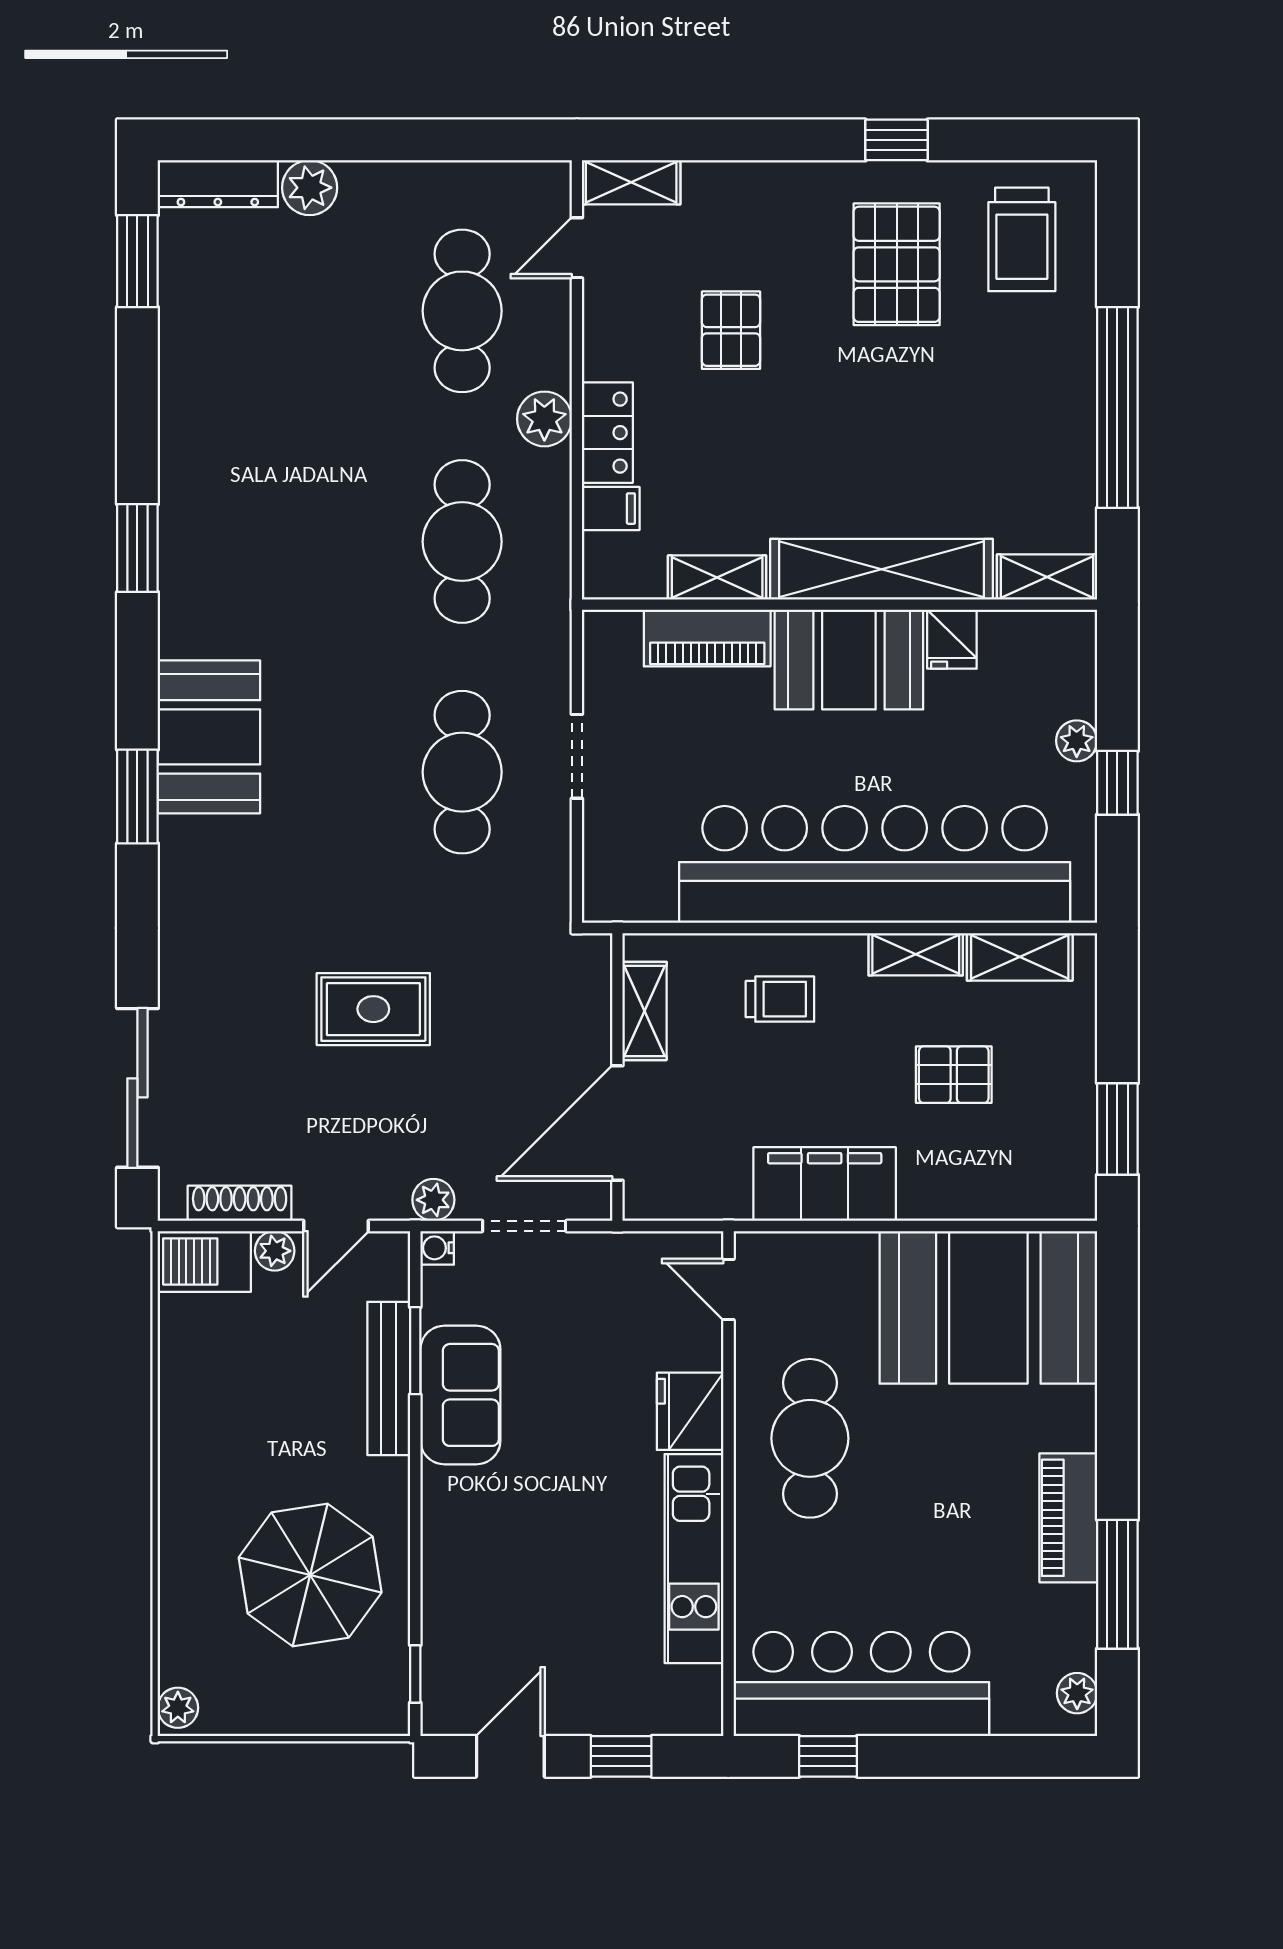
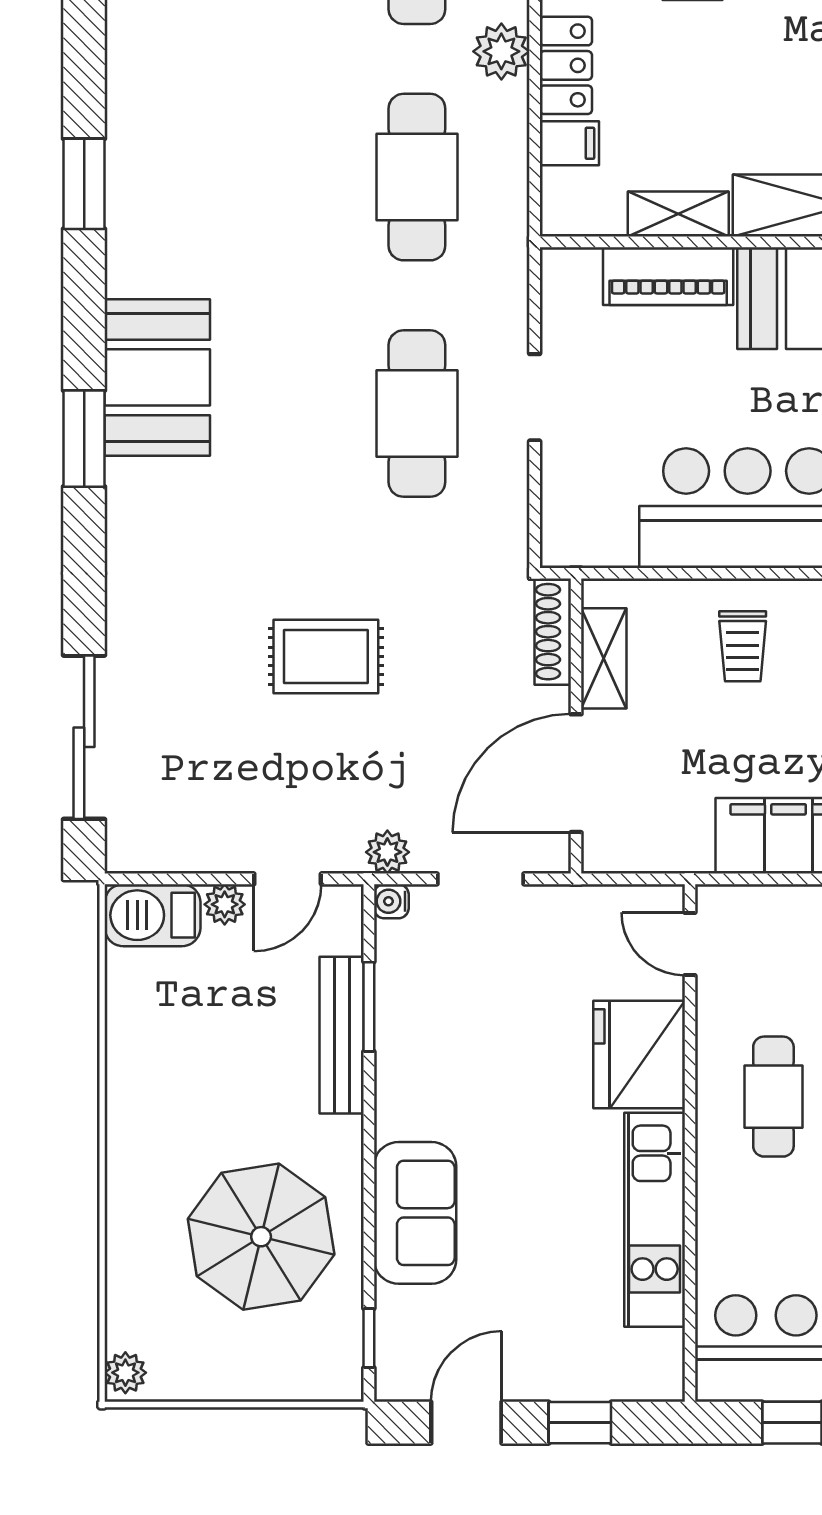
trolley: (780, 999) -> (743, 646), turned 90
shoe rack: (240, 1203) -> (553, 632), moved, turned -90
sofa: (460, 1395) -> (415, 1213), moved
fridge: (690, 1411) -> (639, 1055), width x1.36, depth x1.34
cafe table: (810, 1438) -> (773, 1097), width x0.73, depth x0.74

